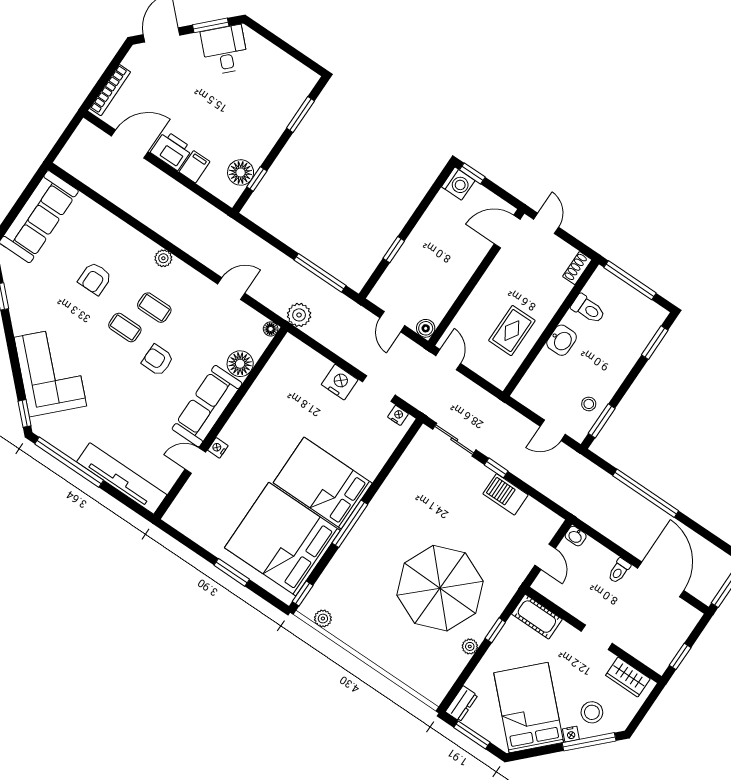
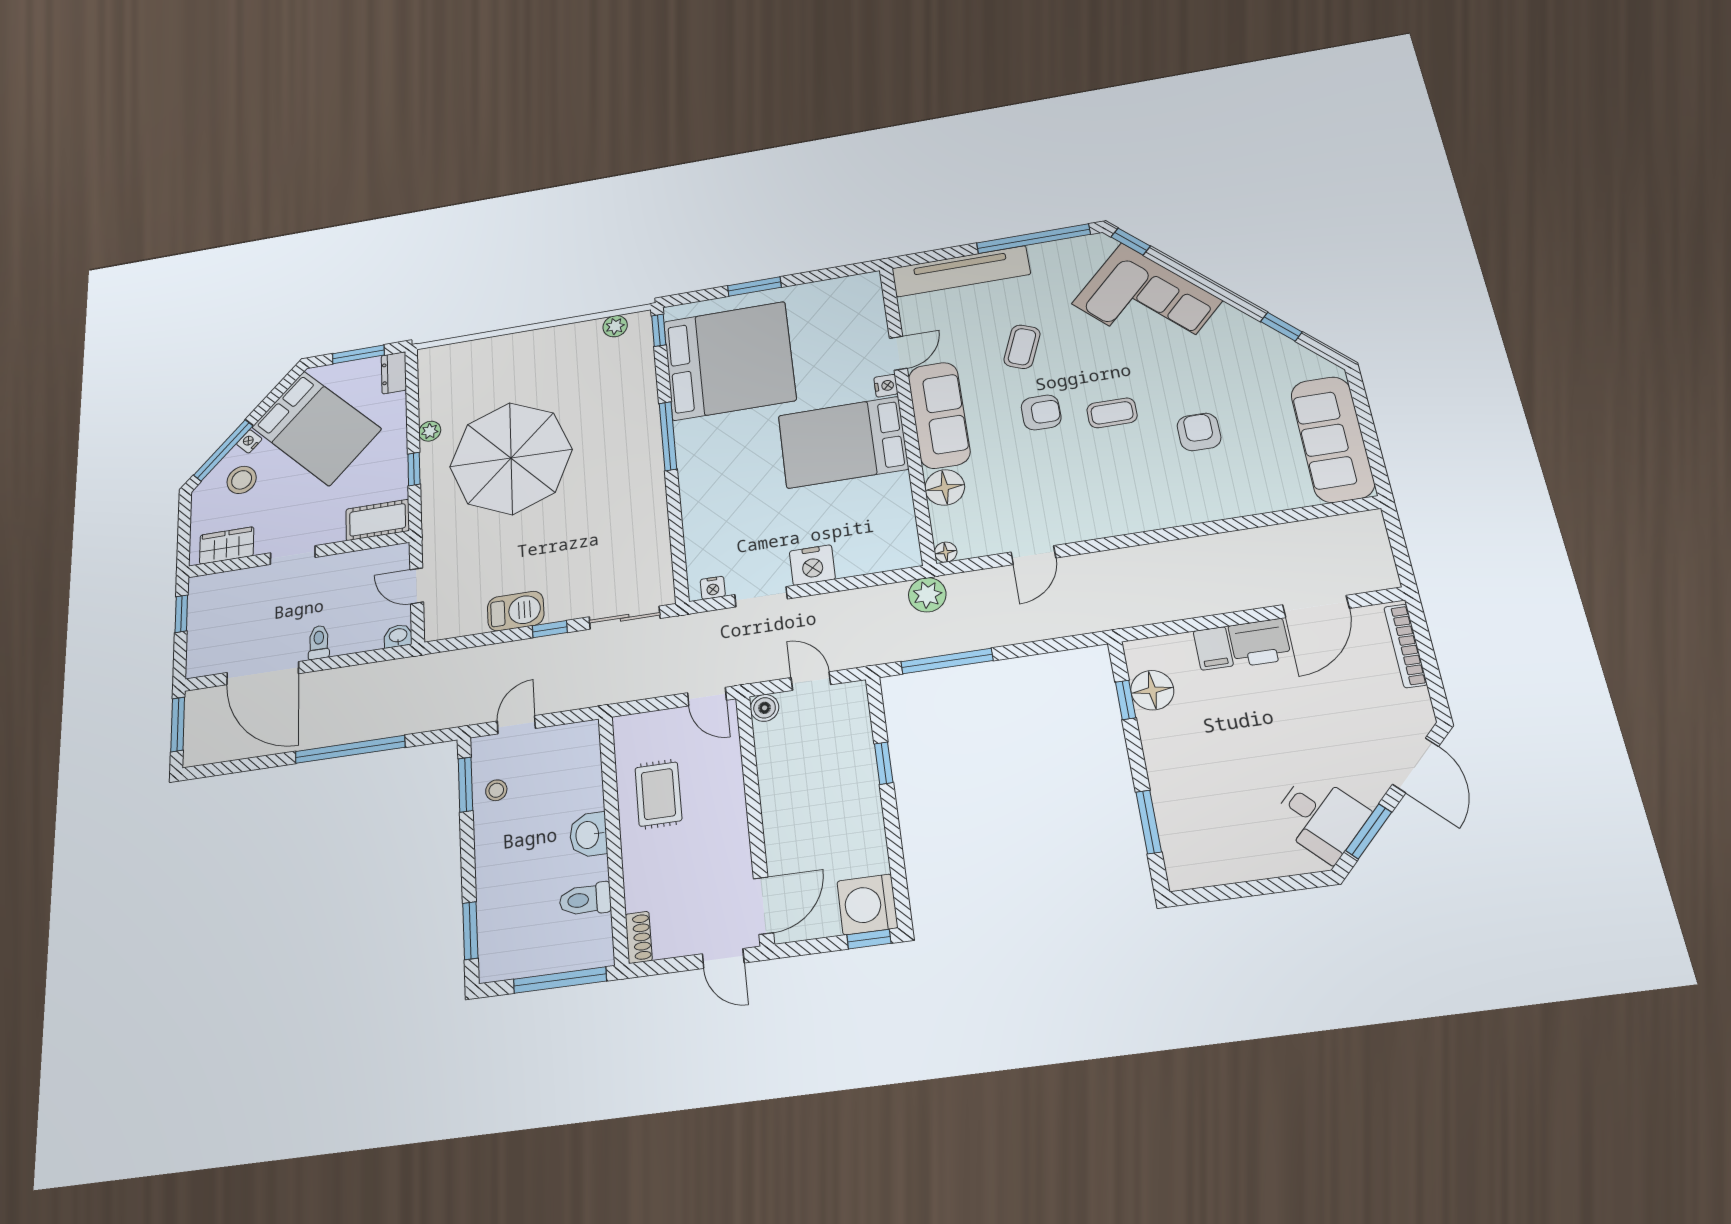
washing machine: (458, 184) -> (867, 904), width x1.37, depth x1.37
plant: (163, 258) -> (1144, 519), removed
coffee table: (154, 308) -> (1022, 347), moved, turned -68
bed: (323, 483) -> (843, 442), moved, turned 180

